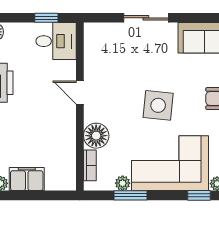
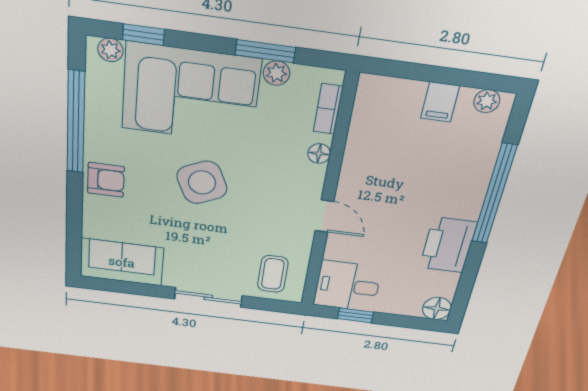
coffee table: (106, 43) -> (273, 274), added
side table: (158, 105) -> (202, 182), turned -31
floor lamp: (96, 136) -> (319, 154), width x0.53, depth x0.53
filing cabinet: (27, 179) -> (440, 102), width x0.50

